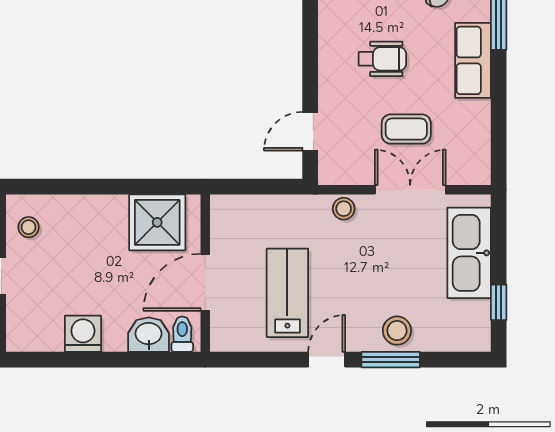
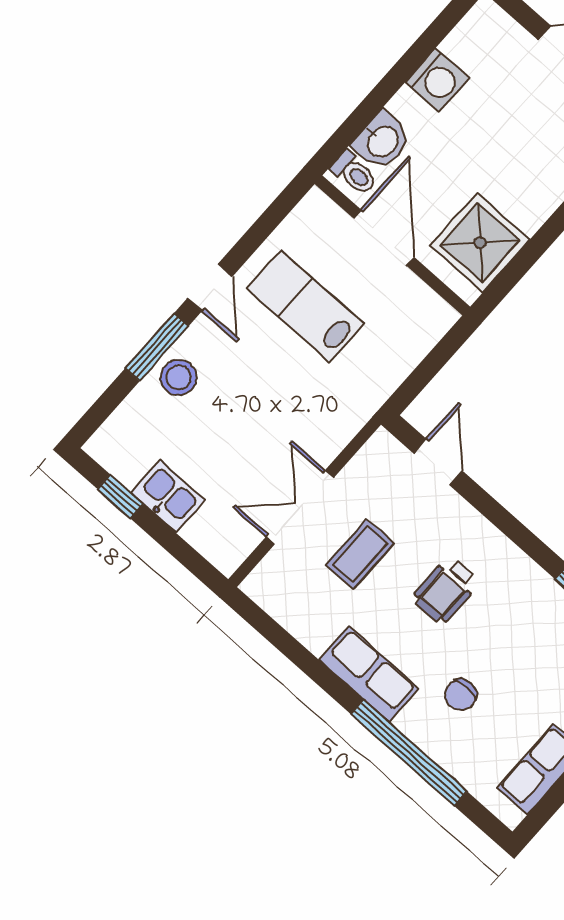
double door: (410, 190) -> (300, 507), swing flipped
stool: (344, 209) -> (337, 429), removed
kitchen sink: (469, 253) -> (168, 496), width x0.53, depth x0.81
lab bench: (287, 293) -> (305, 306), turned 180

